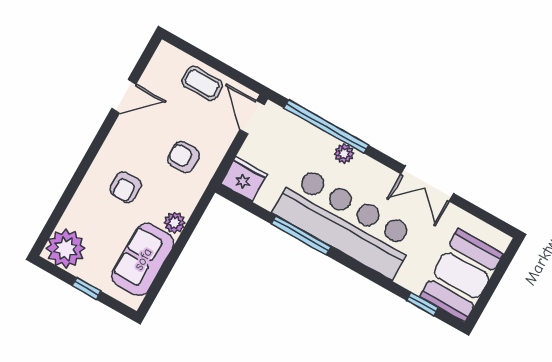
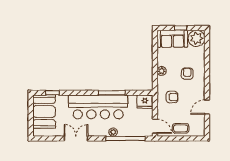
sofa: (143, 259) -> (172, 39), moved, turned 90

